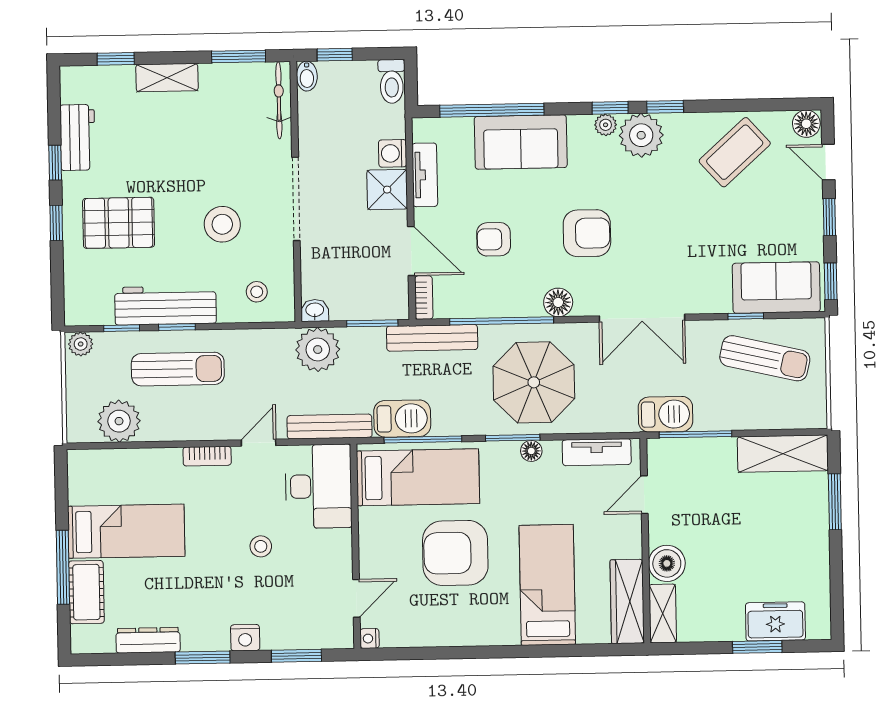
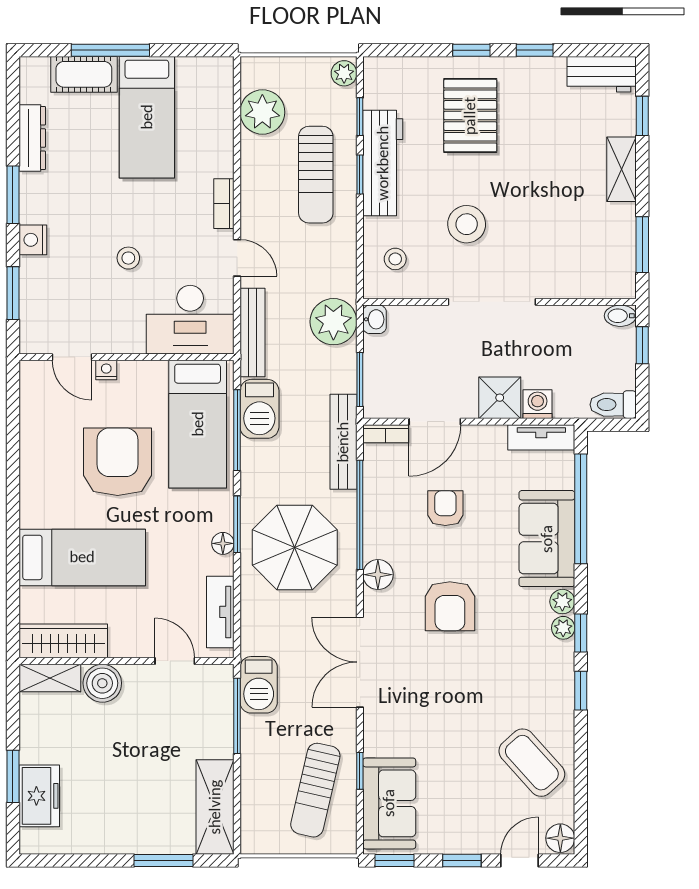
bicycle: (279, 100) -> (595, 286), removed
plant: (641, 135) -> (562, 602), moved, width x0.53, depth x0.53
workbench: (77, 137) -> (602, 74), moved
tv unit: (425, 175) -> (541, 437), moved
nightstand: (369, 638) -> (106, 370), moved

